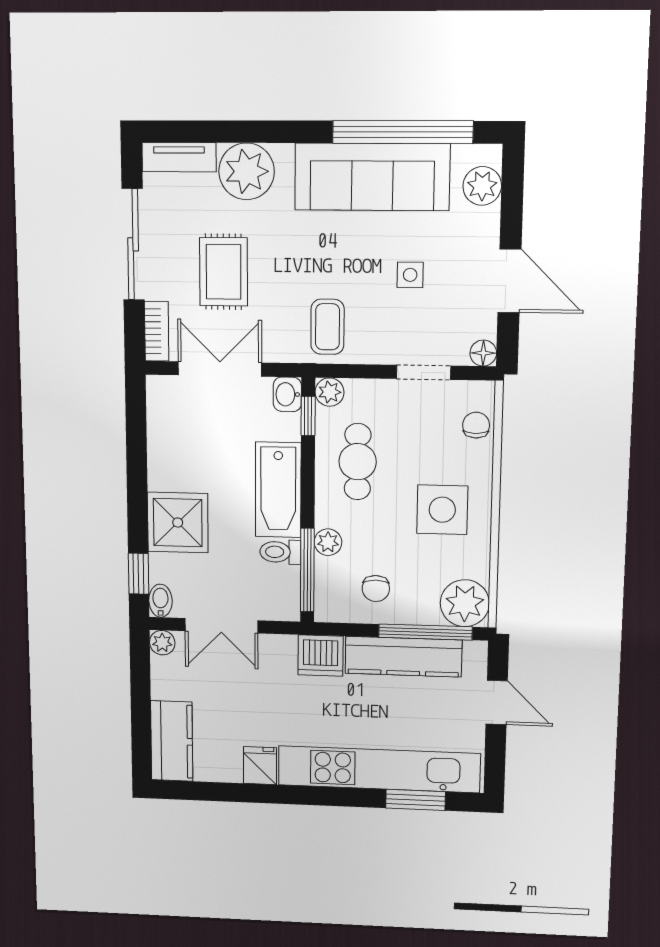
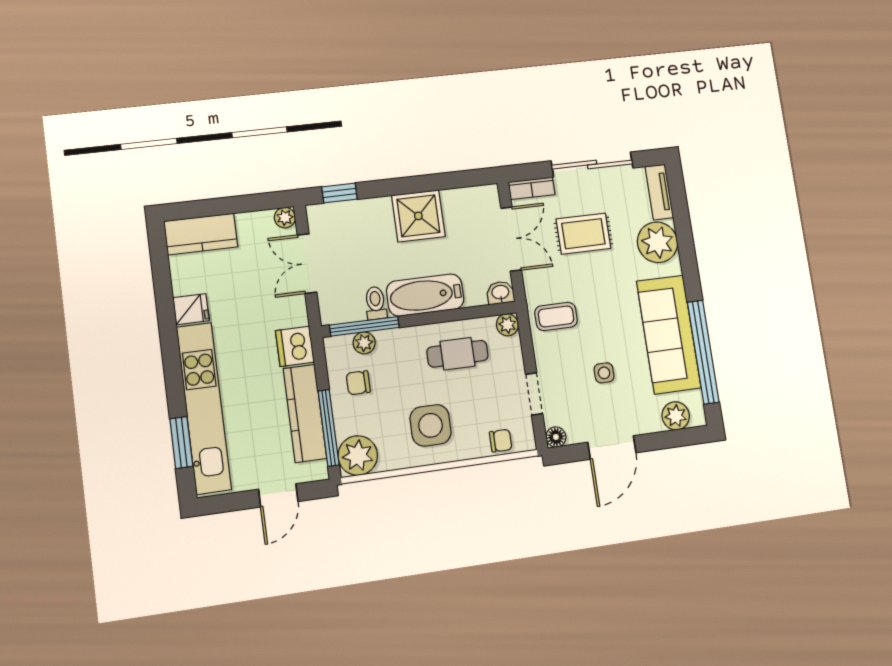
window: (308, 416) -> (487, 311), removed
shower: (178, 523) -> (418, 216), moved
plant: (328, 542) -> (364, 343), moved
bidet: (160, 601) -> (320, 213), removed

